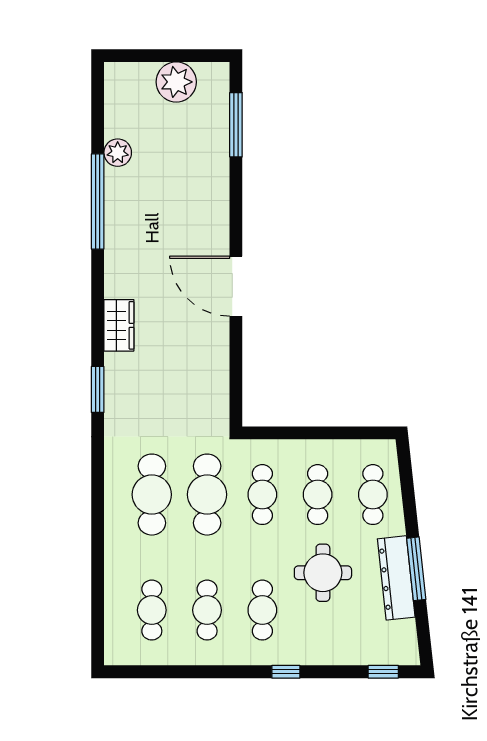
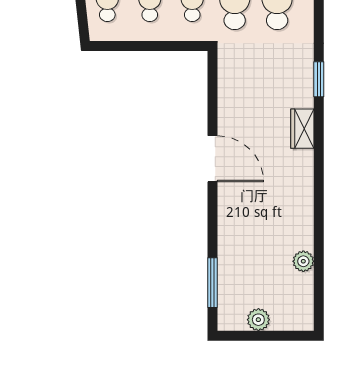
plant: (176, 82) -> (258, 320), width x0.73, depth x0.73
window: (98, 201) -> (319, 224), removed

